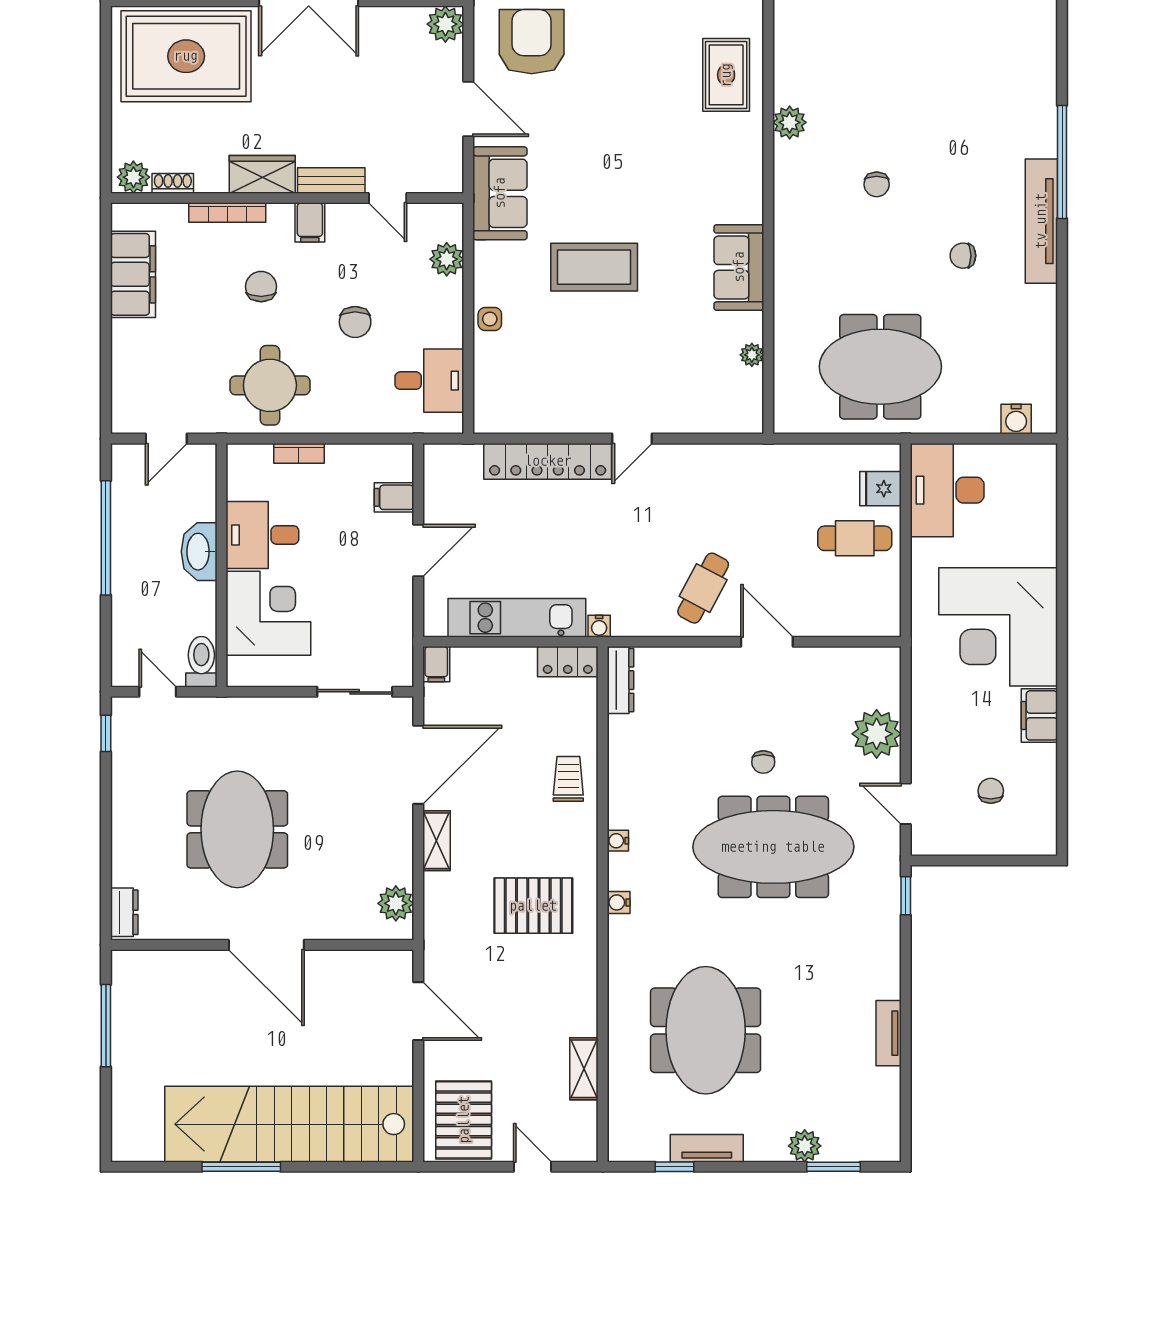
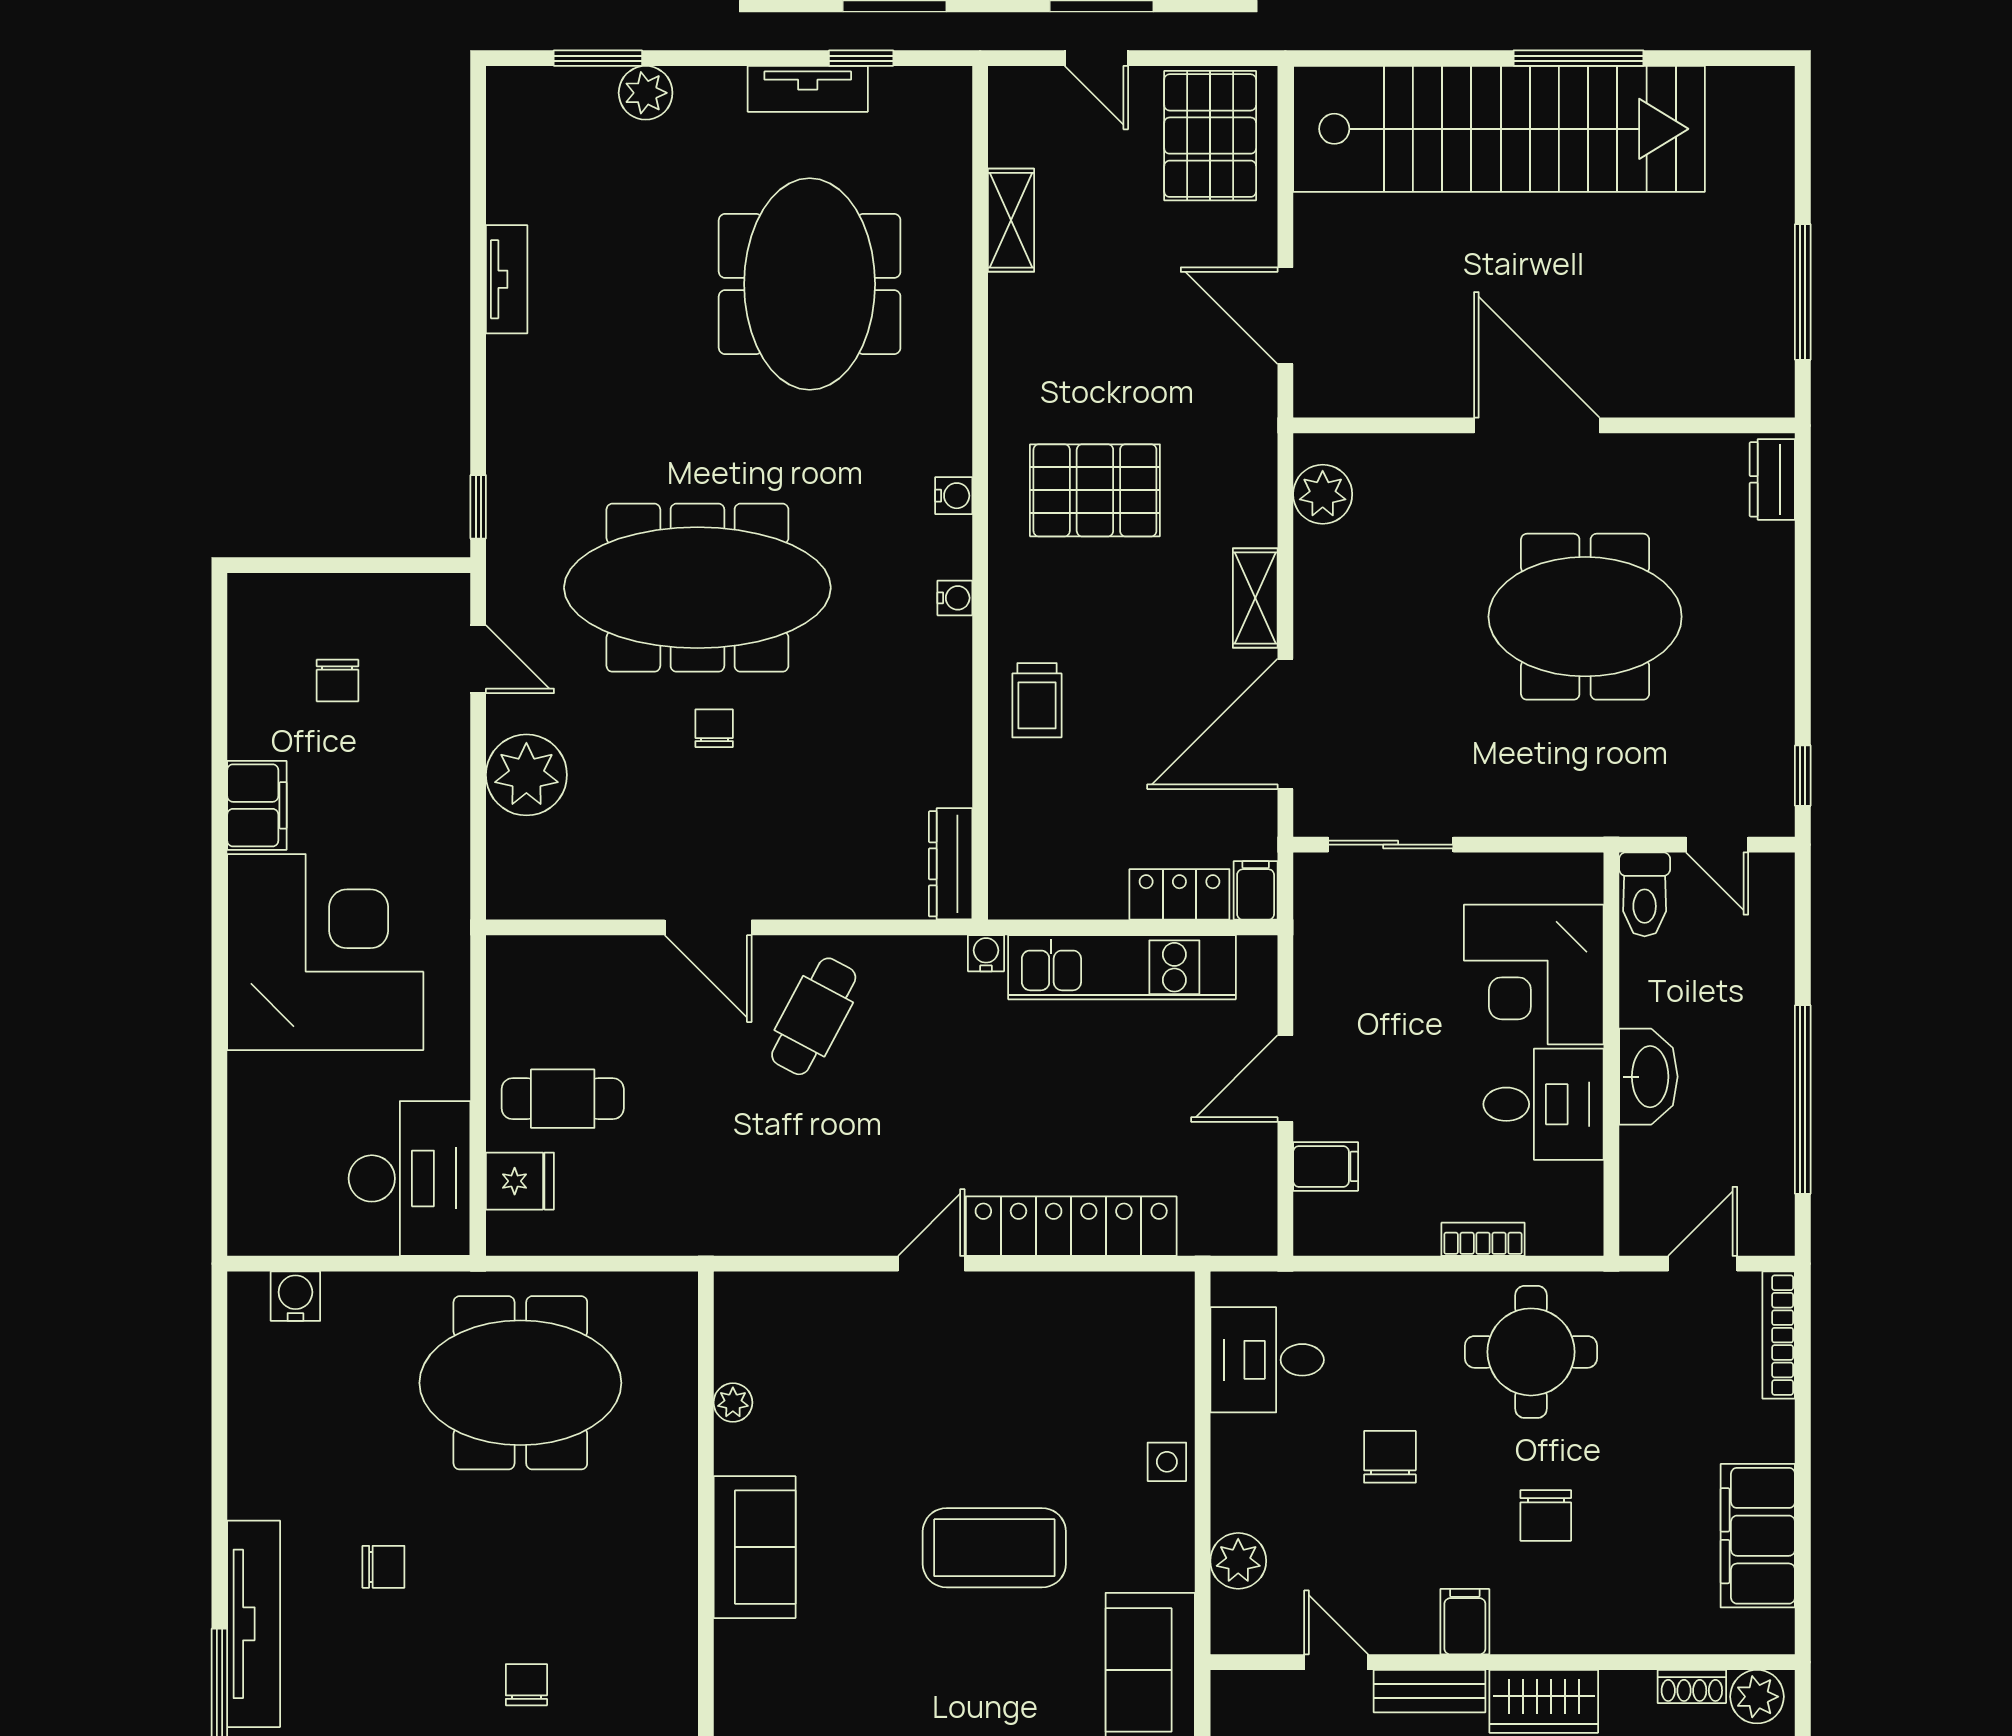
bookcase: (227, 213) -> (1779, 1335), moved, turned -90
locker: (568, 662) -> (1179, 894), moved
meeting table: (237, 829) -> (1585, 617), turned 90

